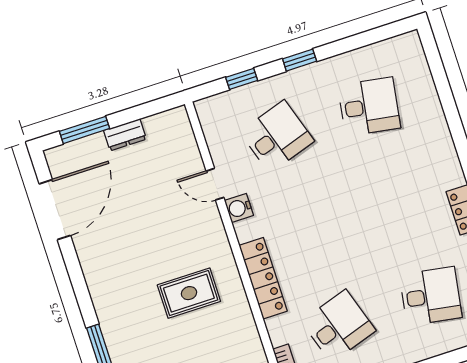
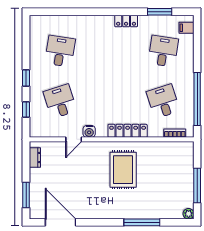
dresser: (125, 135) -> (35, 157), moved
rug: (189, 293) -> (123, 170), width x1.36, depth x1.43

